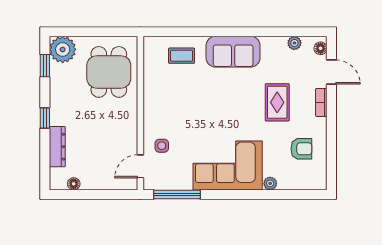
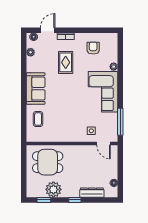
plant: (63, 49) -> (53, 189), moved
rug: (277, 102) -> (66, 62), turned 90

